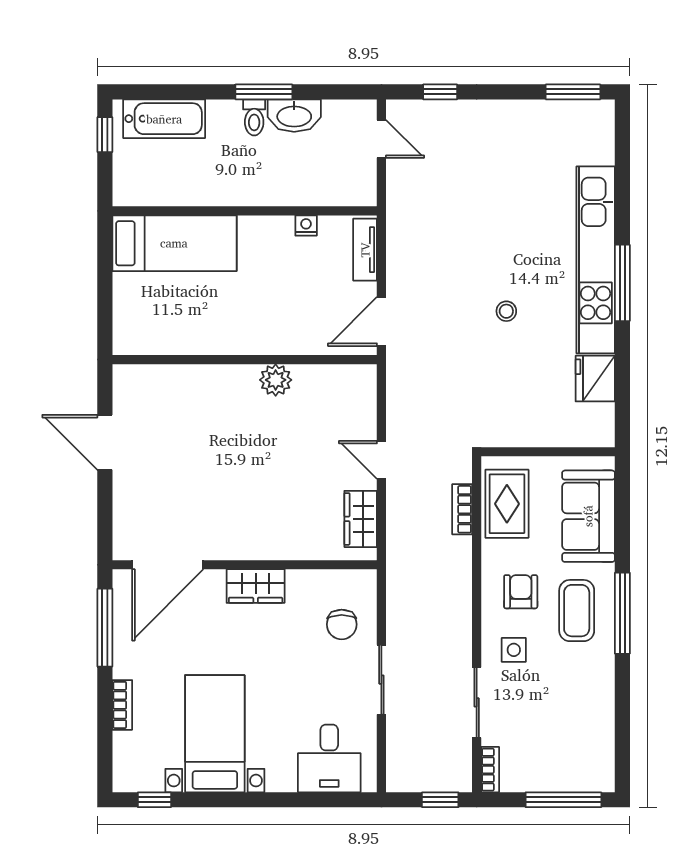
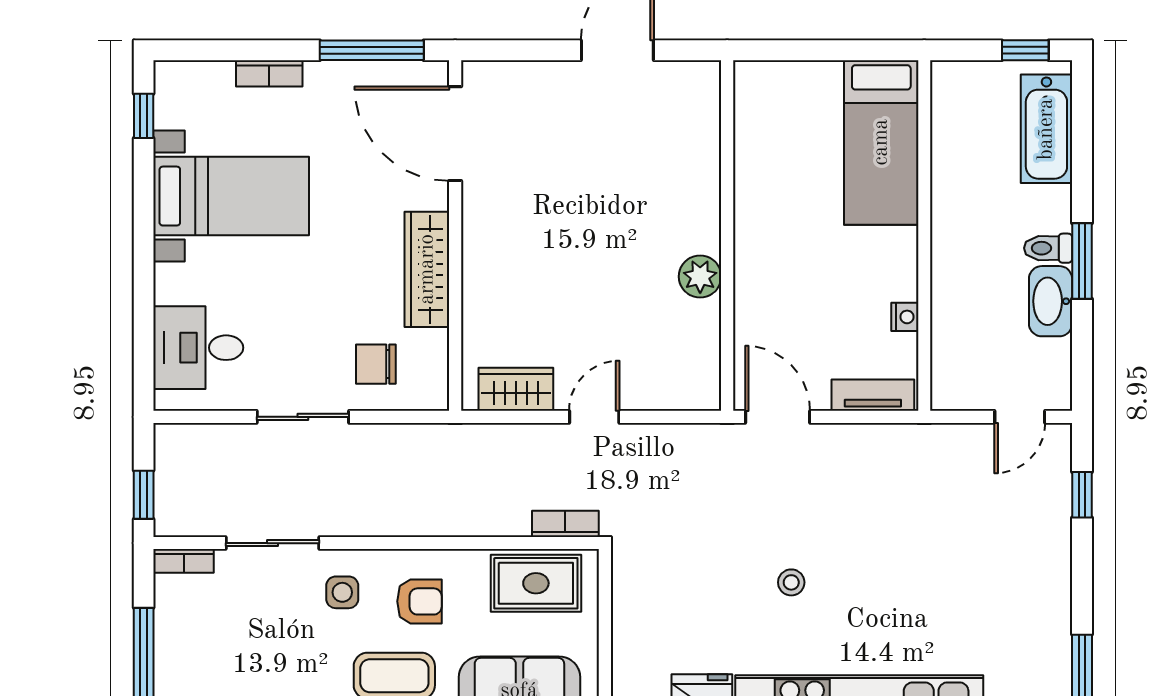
bookcase: (462, 509) -> (565, 524), moved
wardrobe: (256, 586) -> (427, 269), width x1.50

